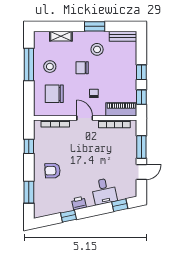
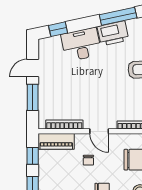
desk: (104, 191) -> (81, 44), width x1.37
printer: (79, 203) -> (113, 33), width x1.87, depth x1.48
window: (69, 216) -> (118, 16), width x2.17

